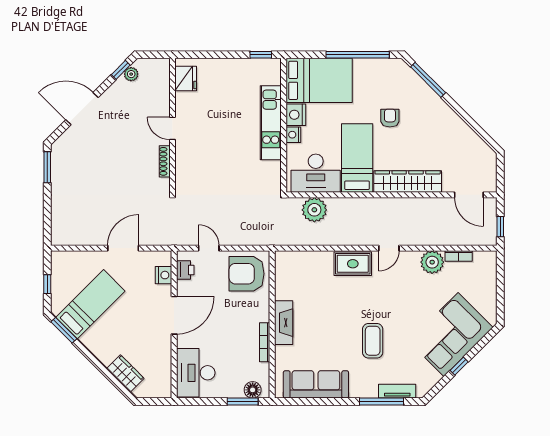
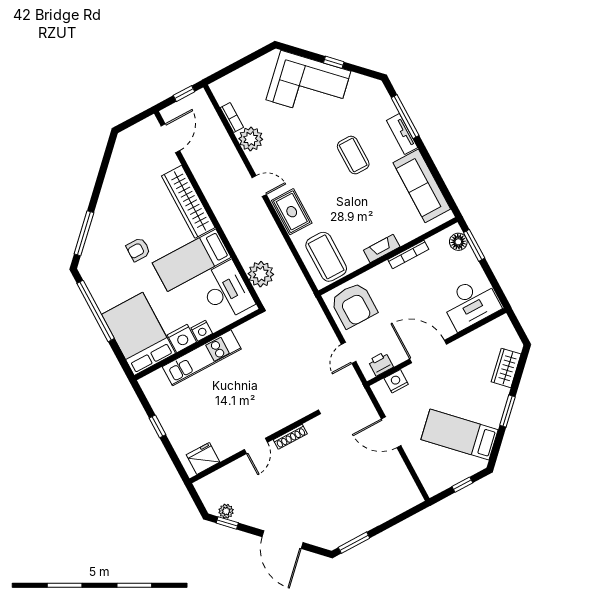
window: (261, 55) -> (158, 426), moved
coffee table: (299, 272) -> (326, 257), added
fireplace: (284, 323) -> (382, 249), width x0.73, depth x0.76
window: (64, 330) -> (507, 411), moved
coffee table: (373, 341) -> (353, 155), turned 90
tv unit: (397, 391) -> (402, 134), moved

